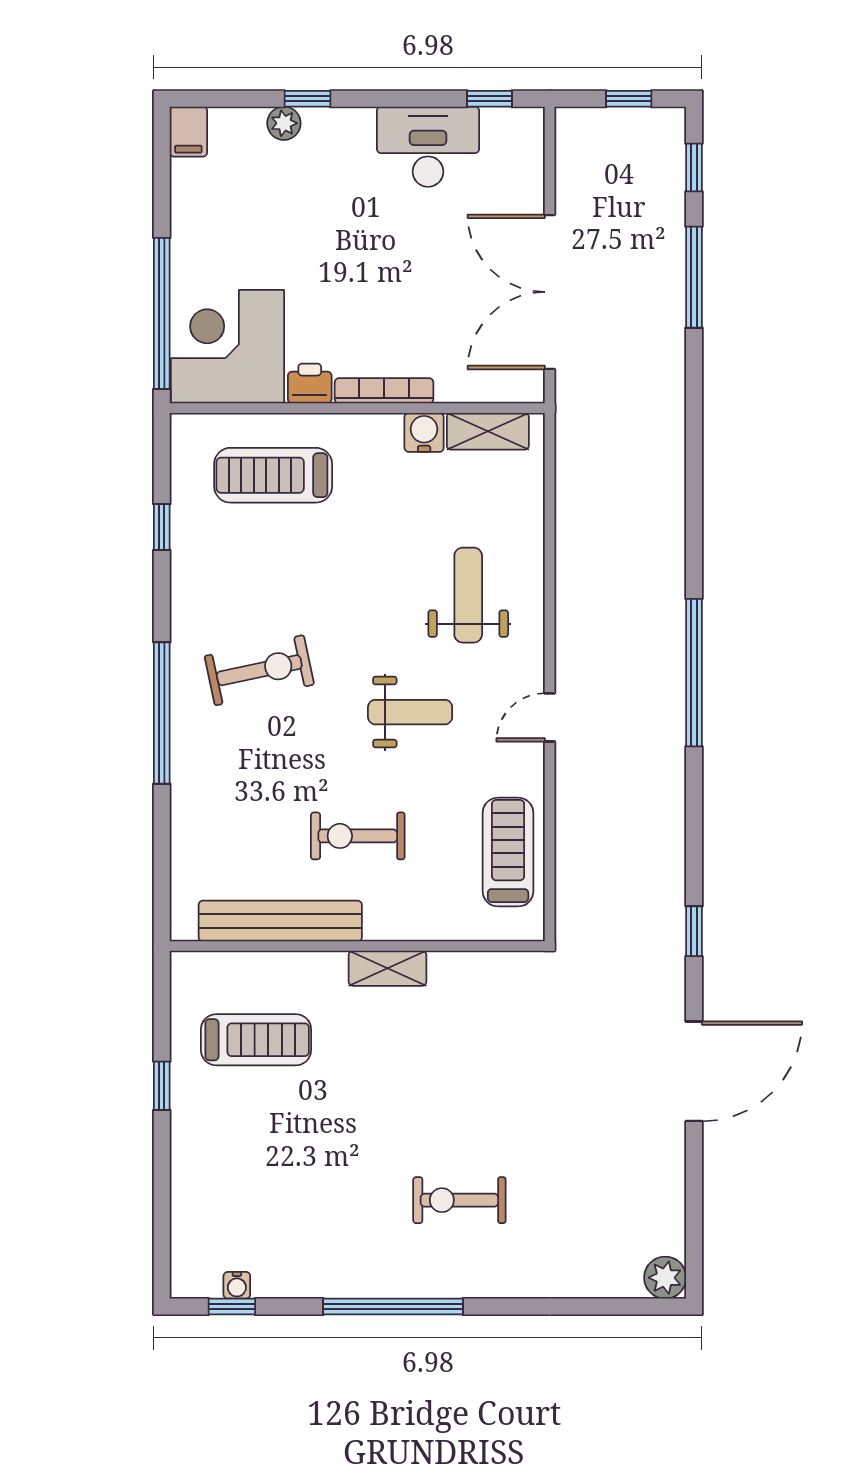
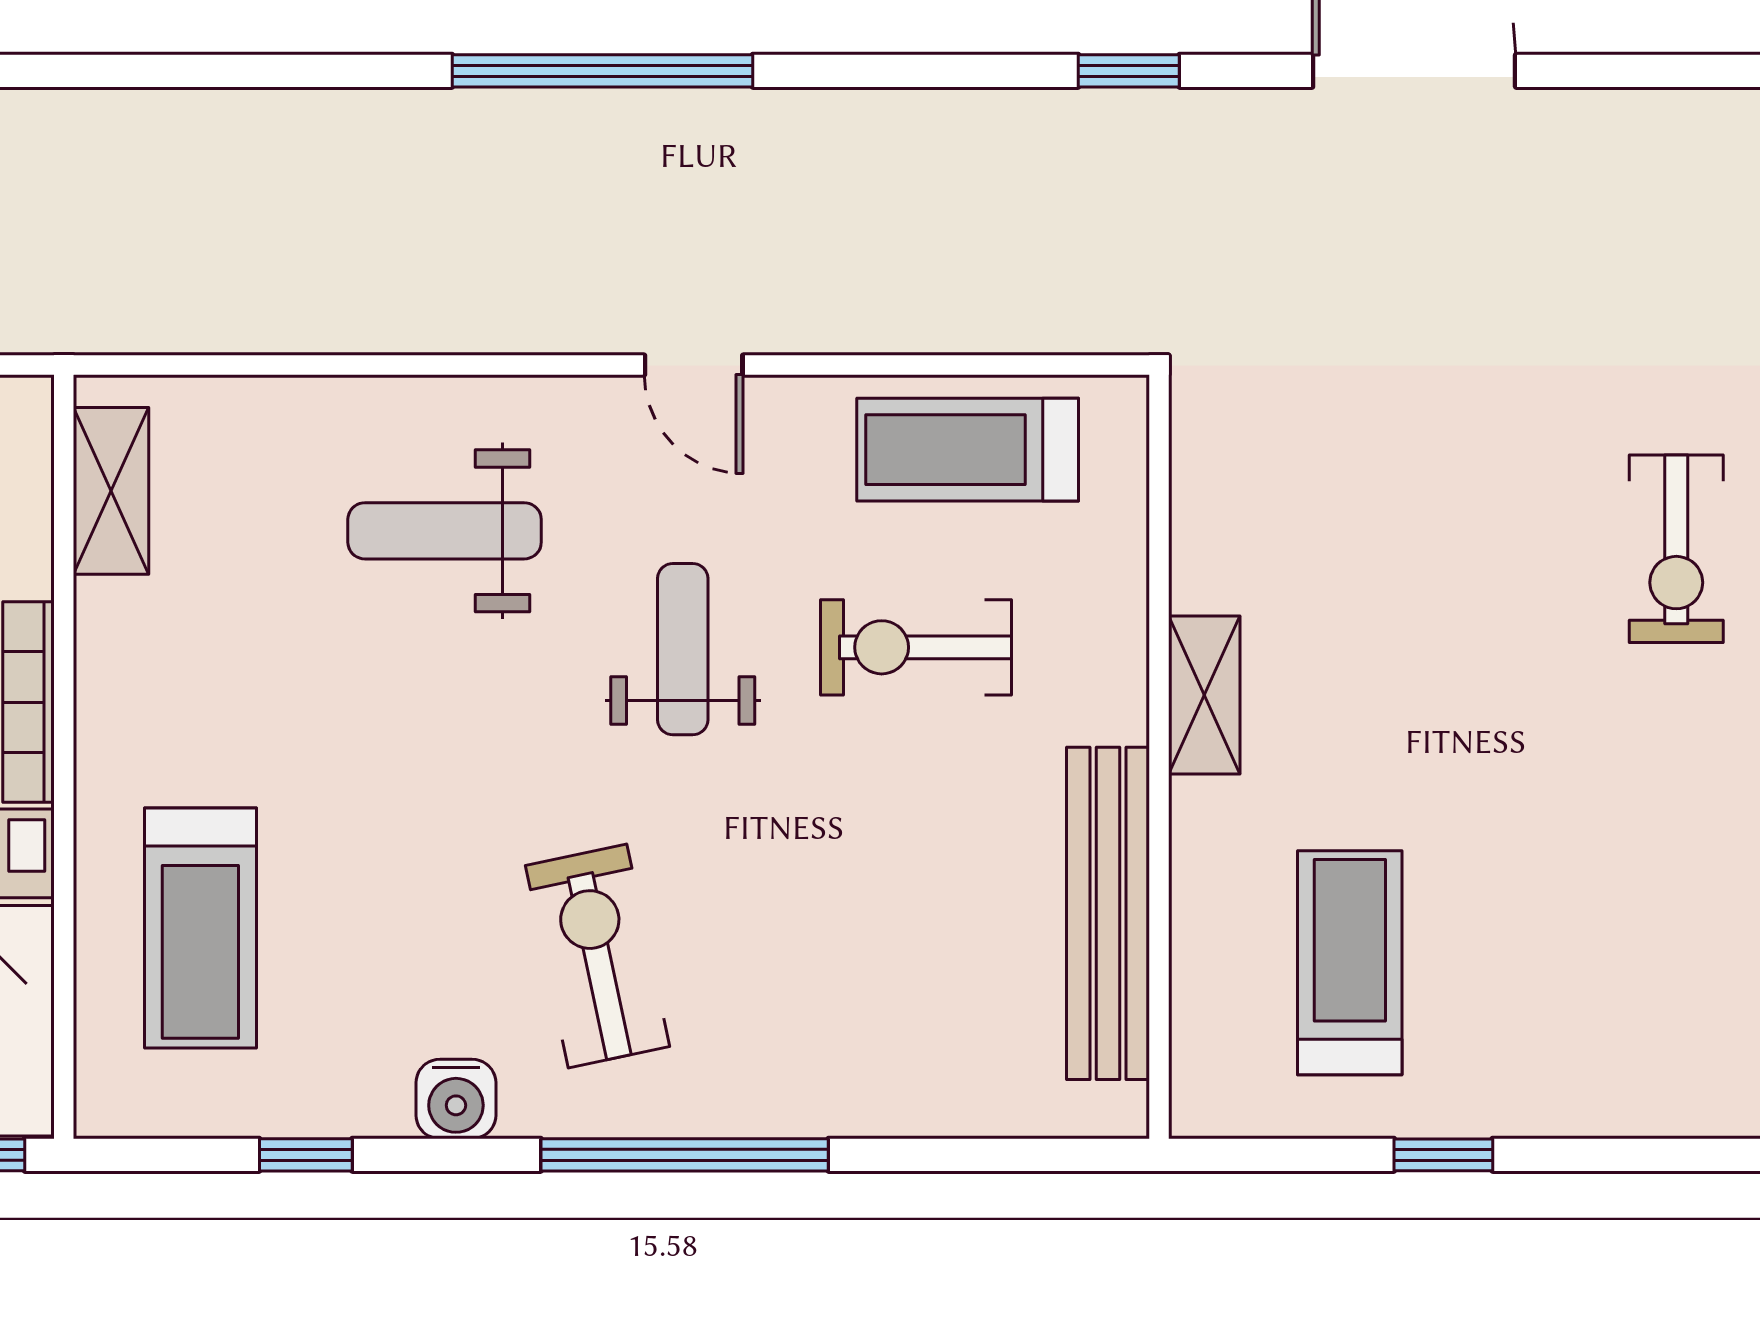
water cooler: (424, 432) -> (456, 1099), moved, turned -90
exercise bike: (358, 836) -> (916, 647), moved, turned 90

